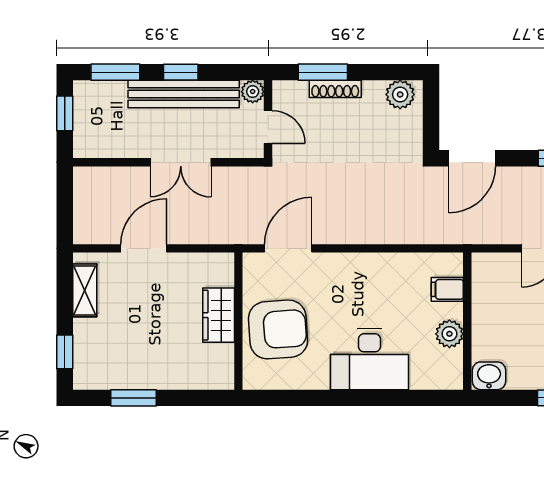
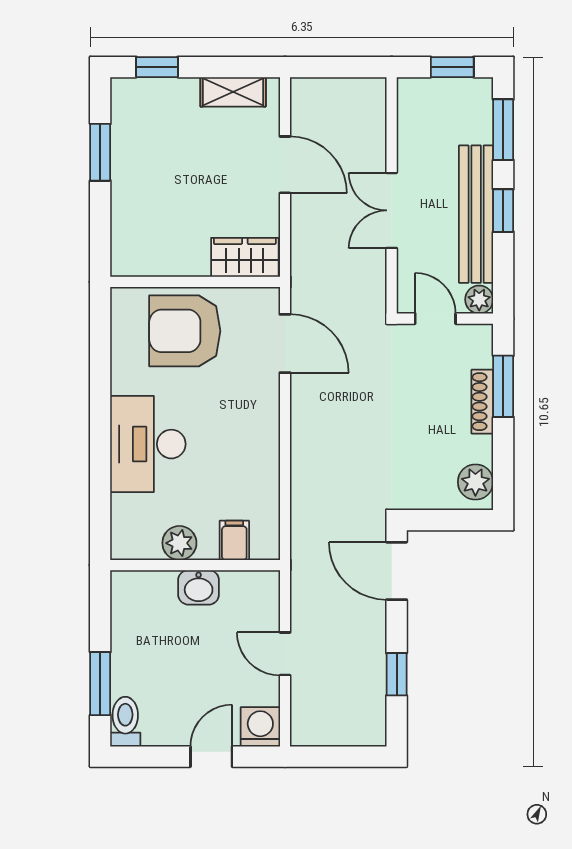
door: (268, 127) -> (435, 319), swing flipped
wardrobe: (219, 315) -> (245, 257), moved
armchair: (278, 329) -> (185, 331), turned 94
washbasin: (489, 376) -> (199, 587), moved, turned 90

